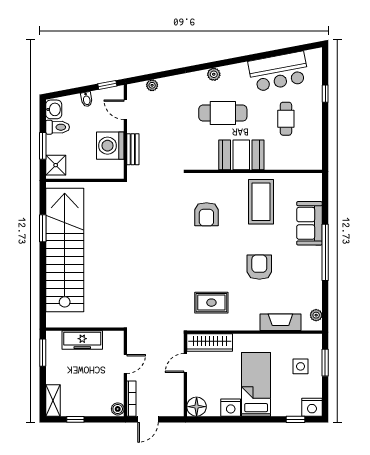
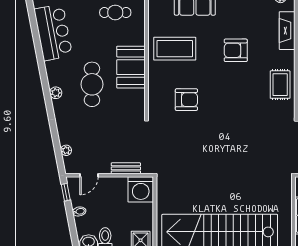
cafe table: (286, 119) -> (115, 12), moved
washing machine: (110, 146) -> (141, 189), moved
rug: (211, 303) -> (280, 85), moved

